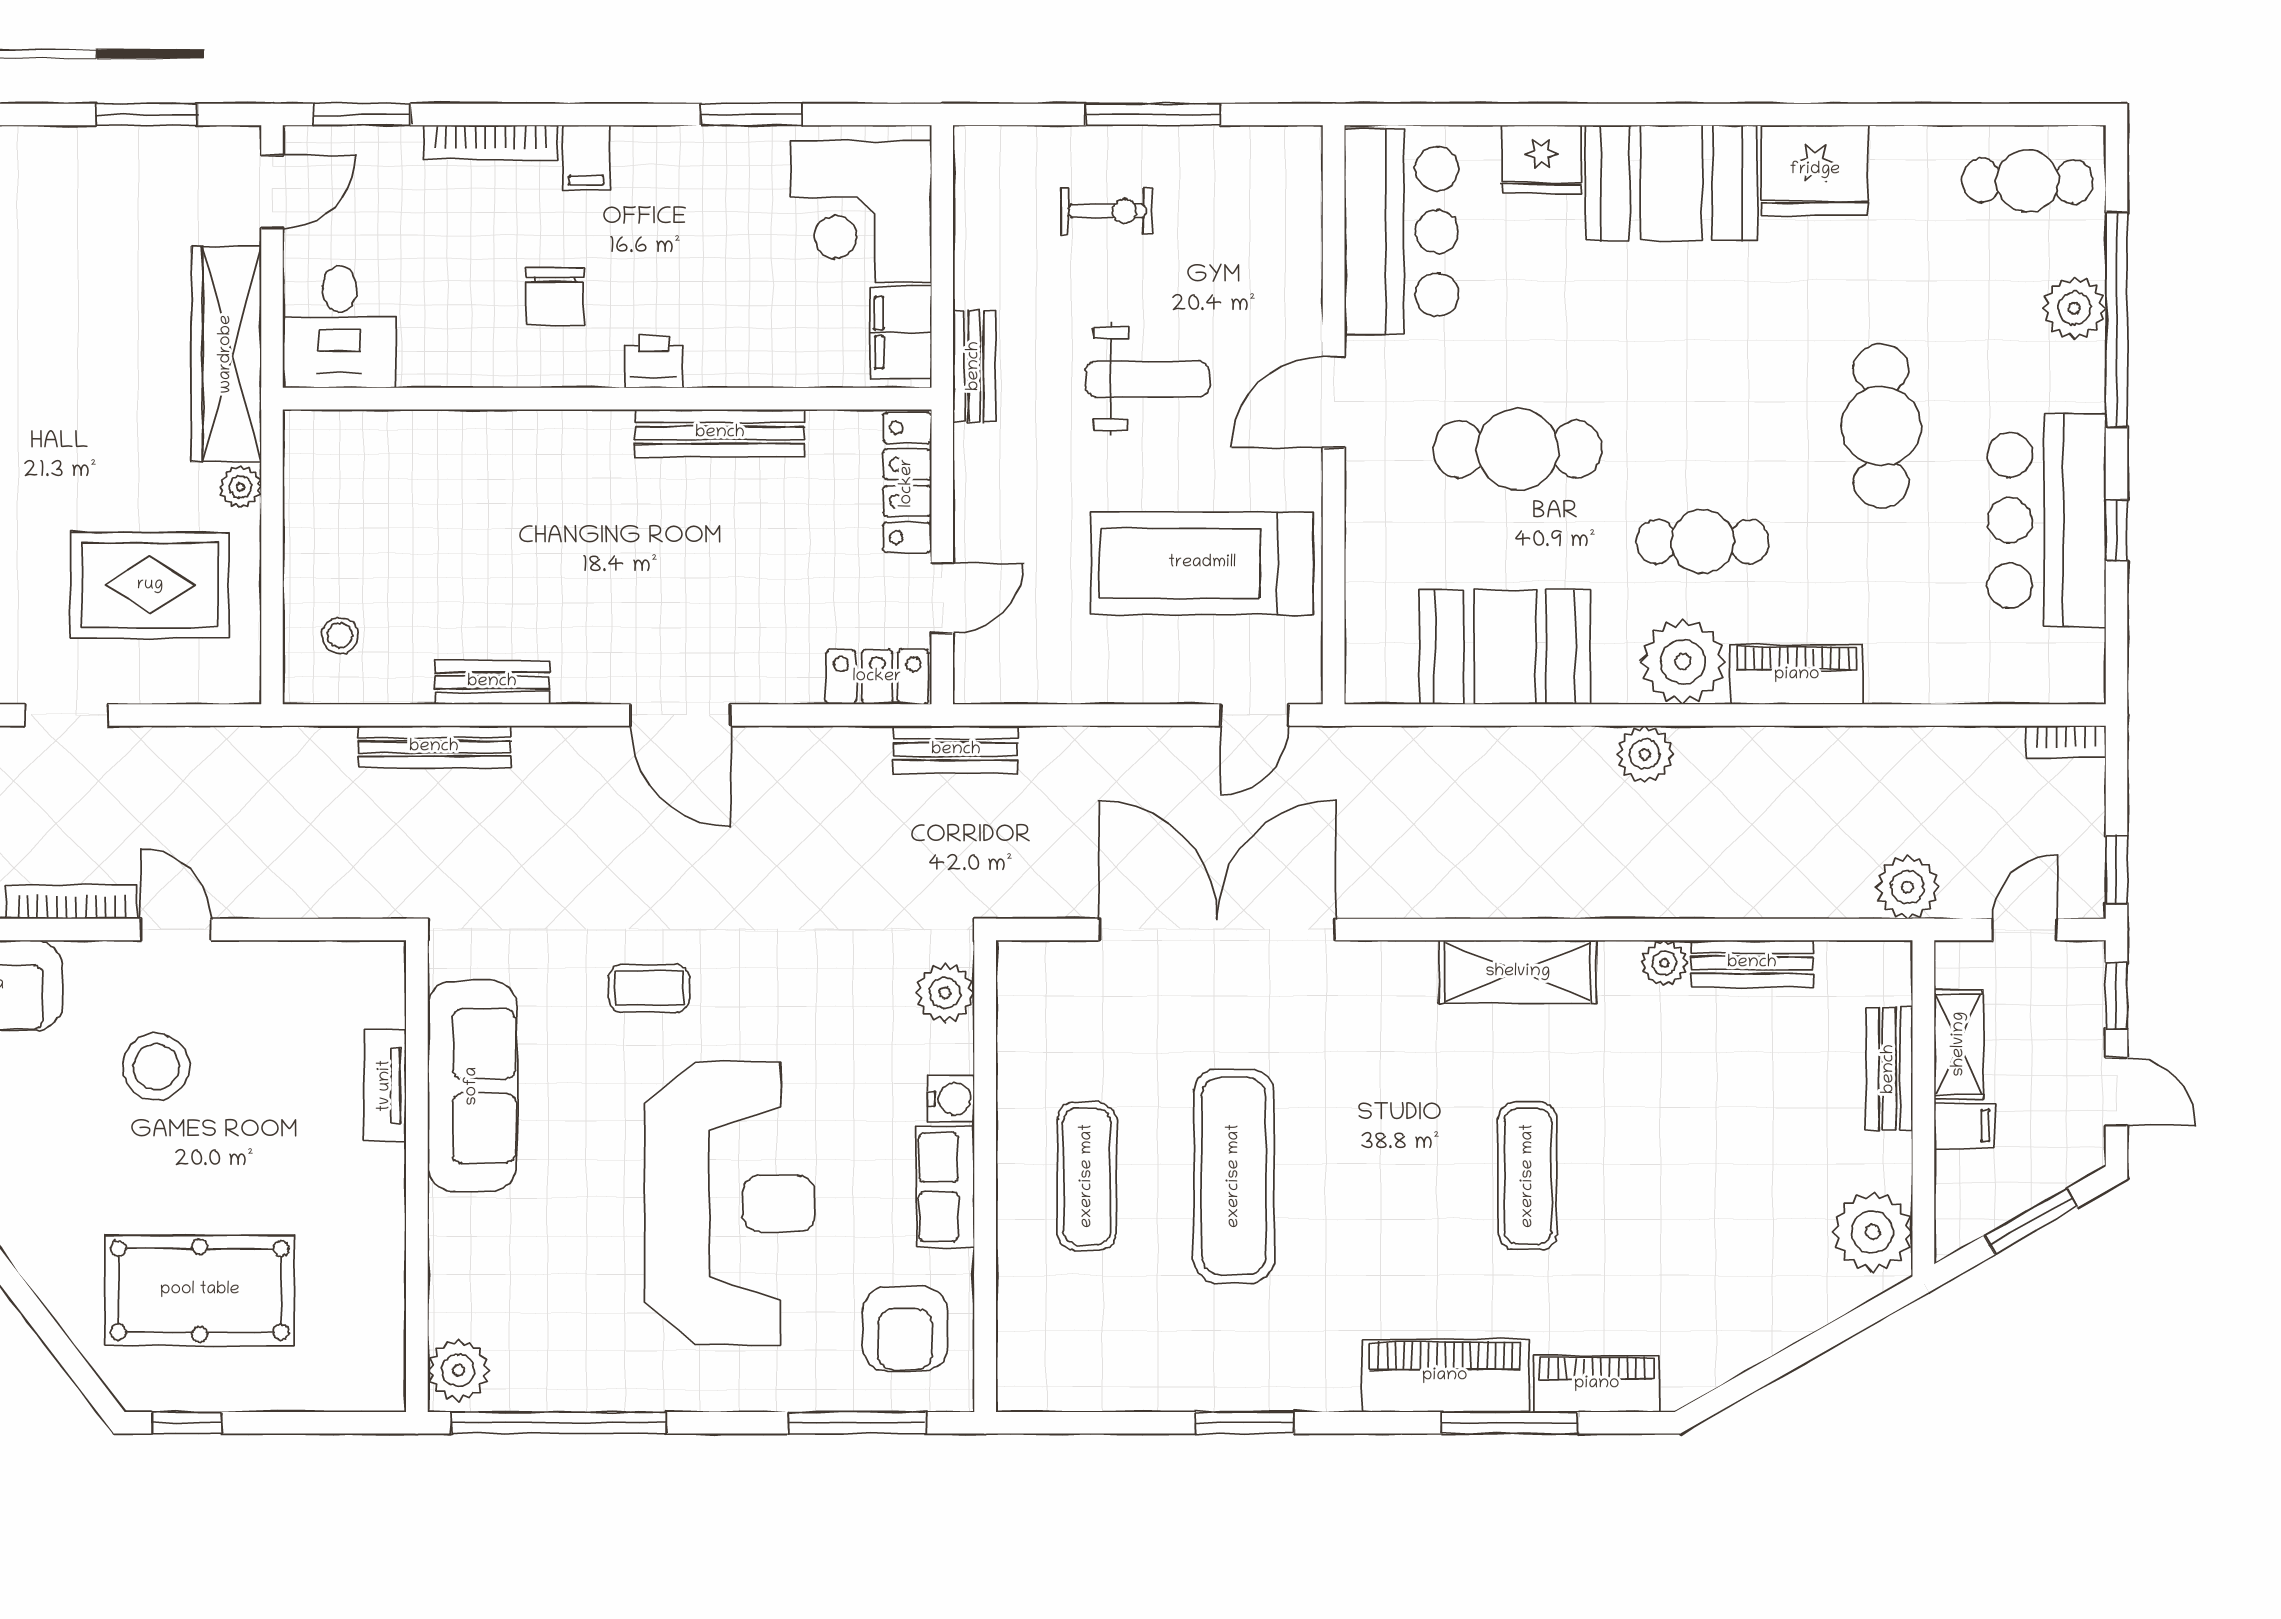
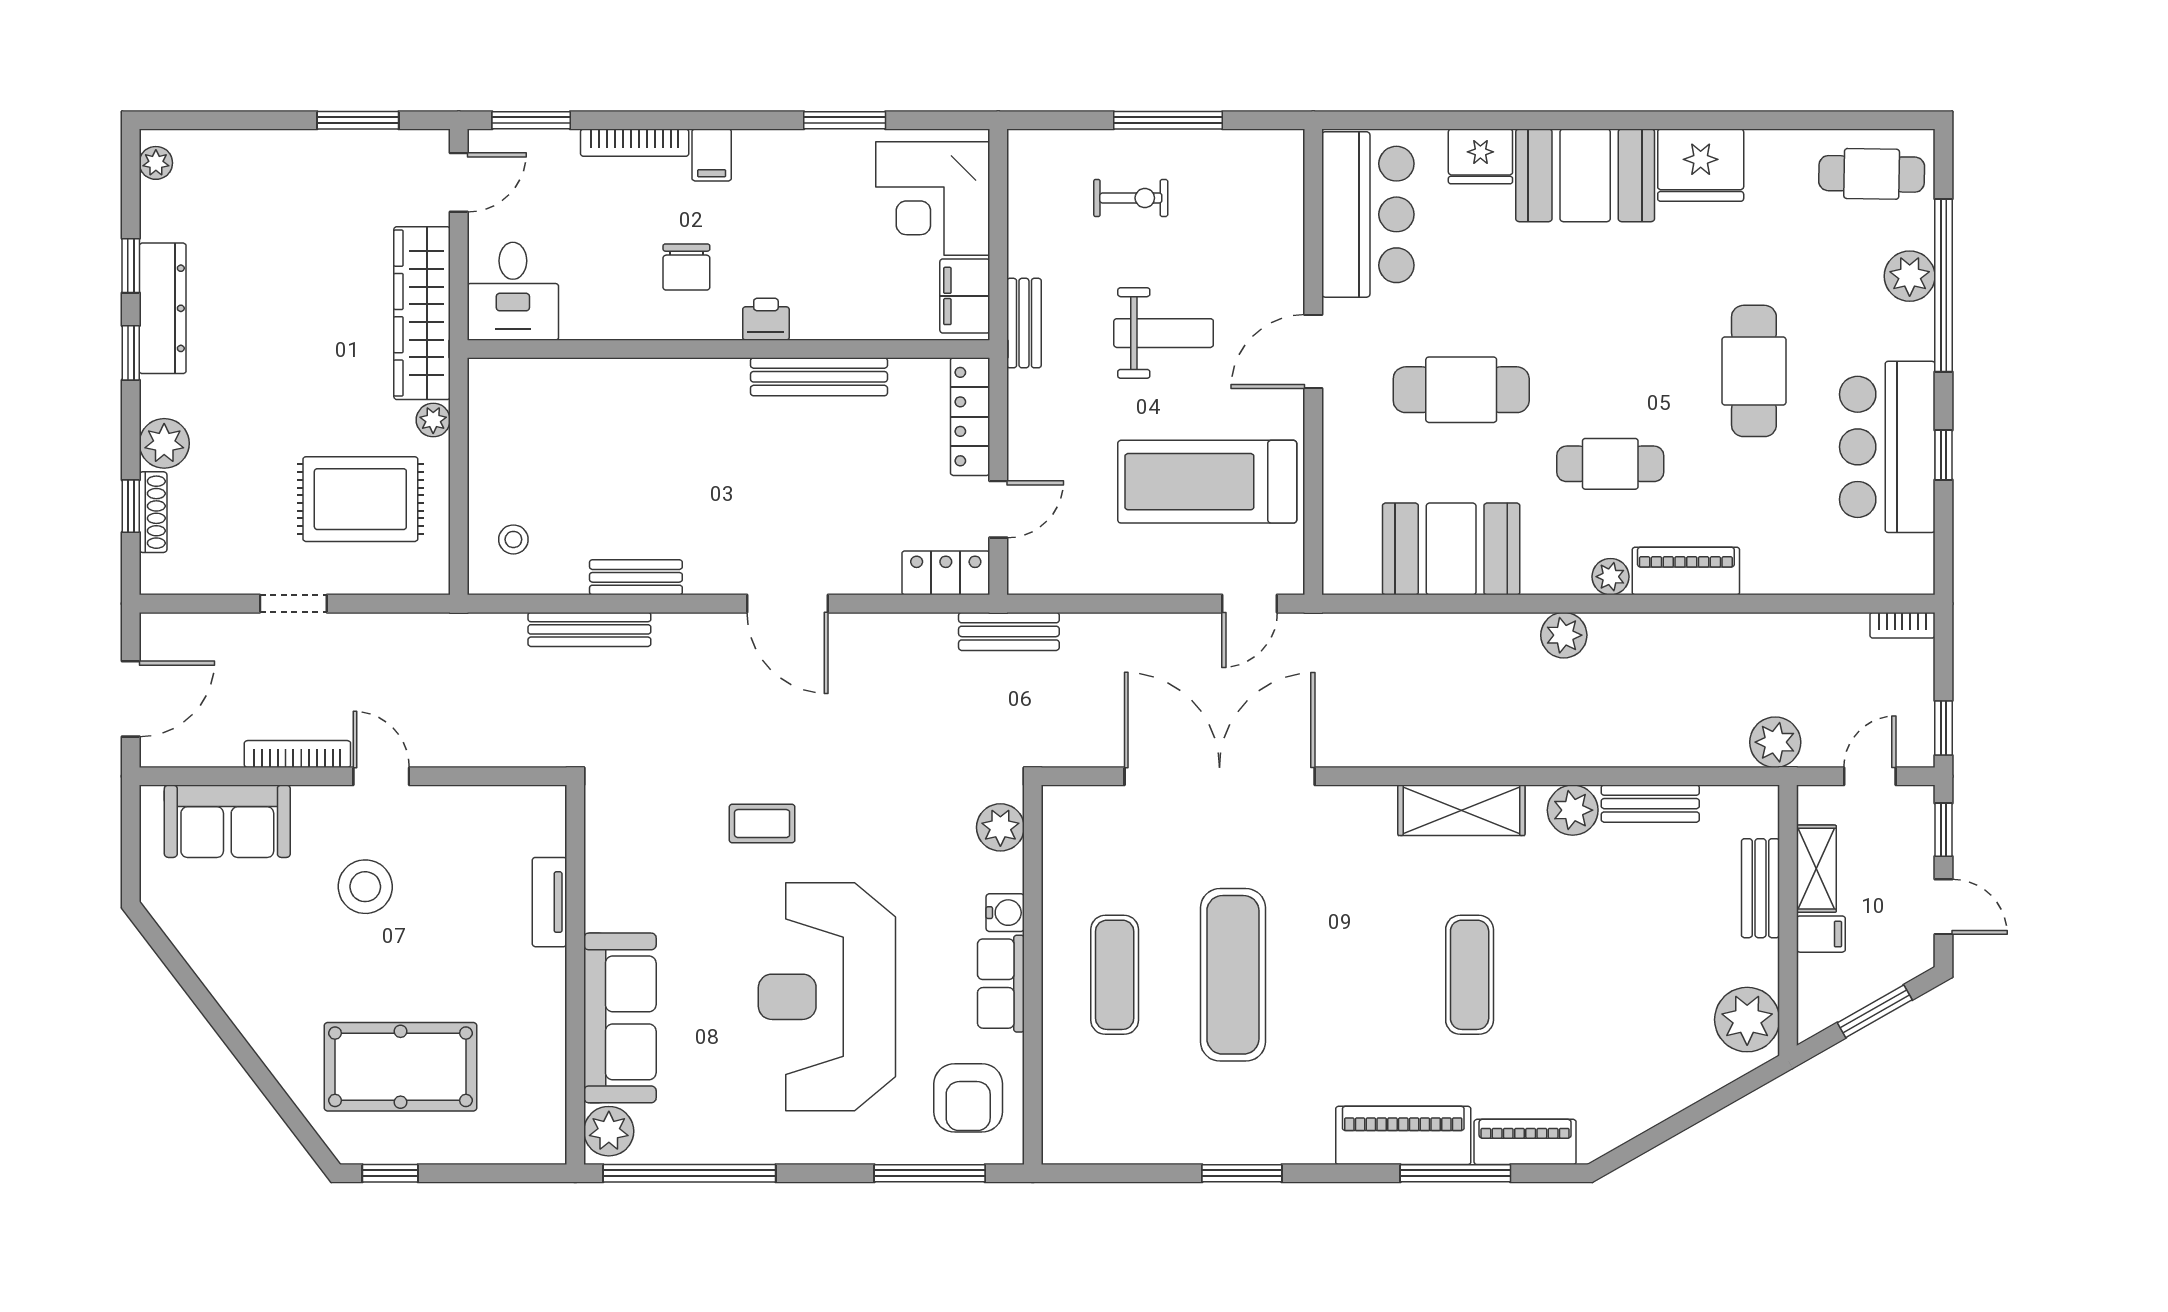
plant: (1683, 662) -> (1611, 577), width x0.53, depth x0.53
plant: (1664, 963) -> (1573, 810), width x1.38, depth x1.38
sofa: (472, 1086) -> (620, 1018), moved
reception desk: (729, 1203) -> (827, 997), turned 180

